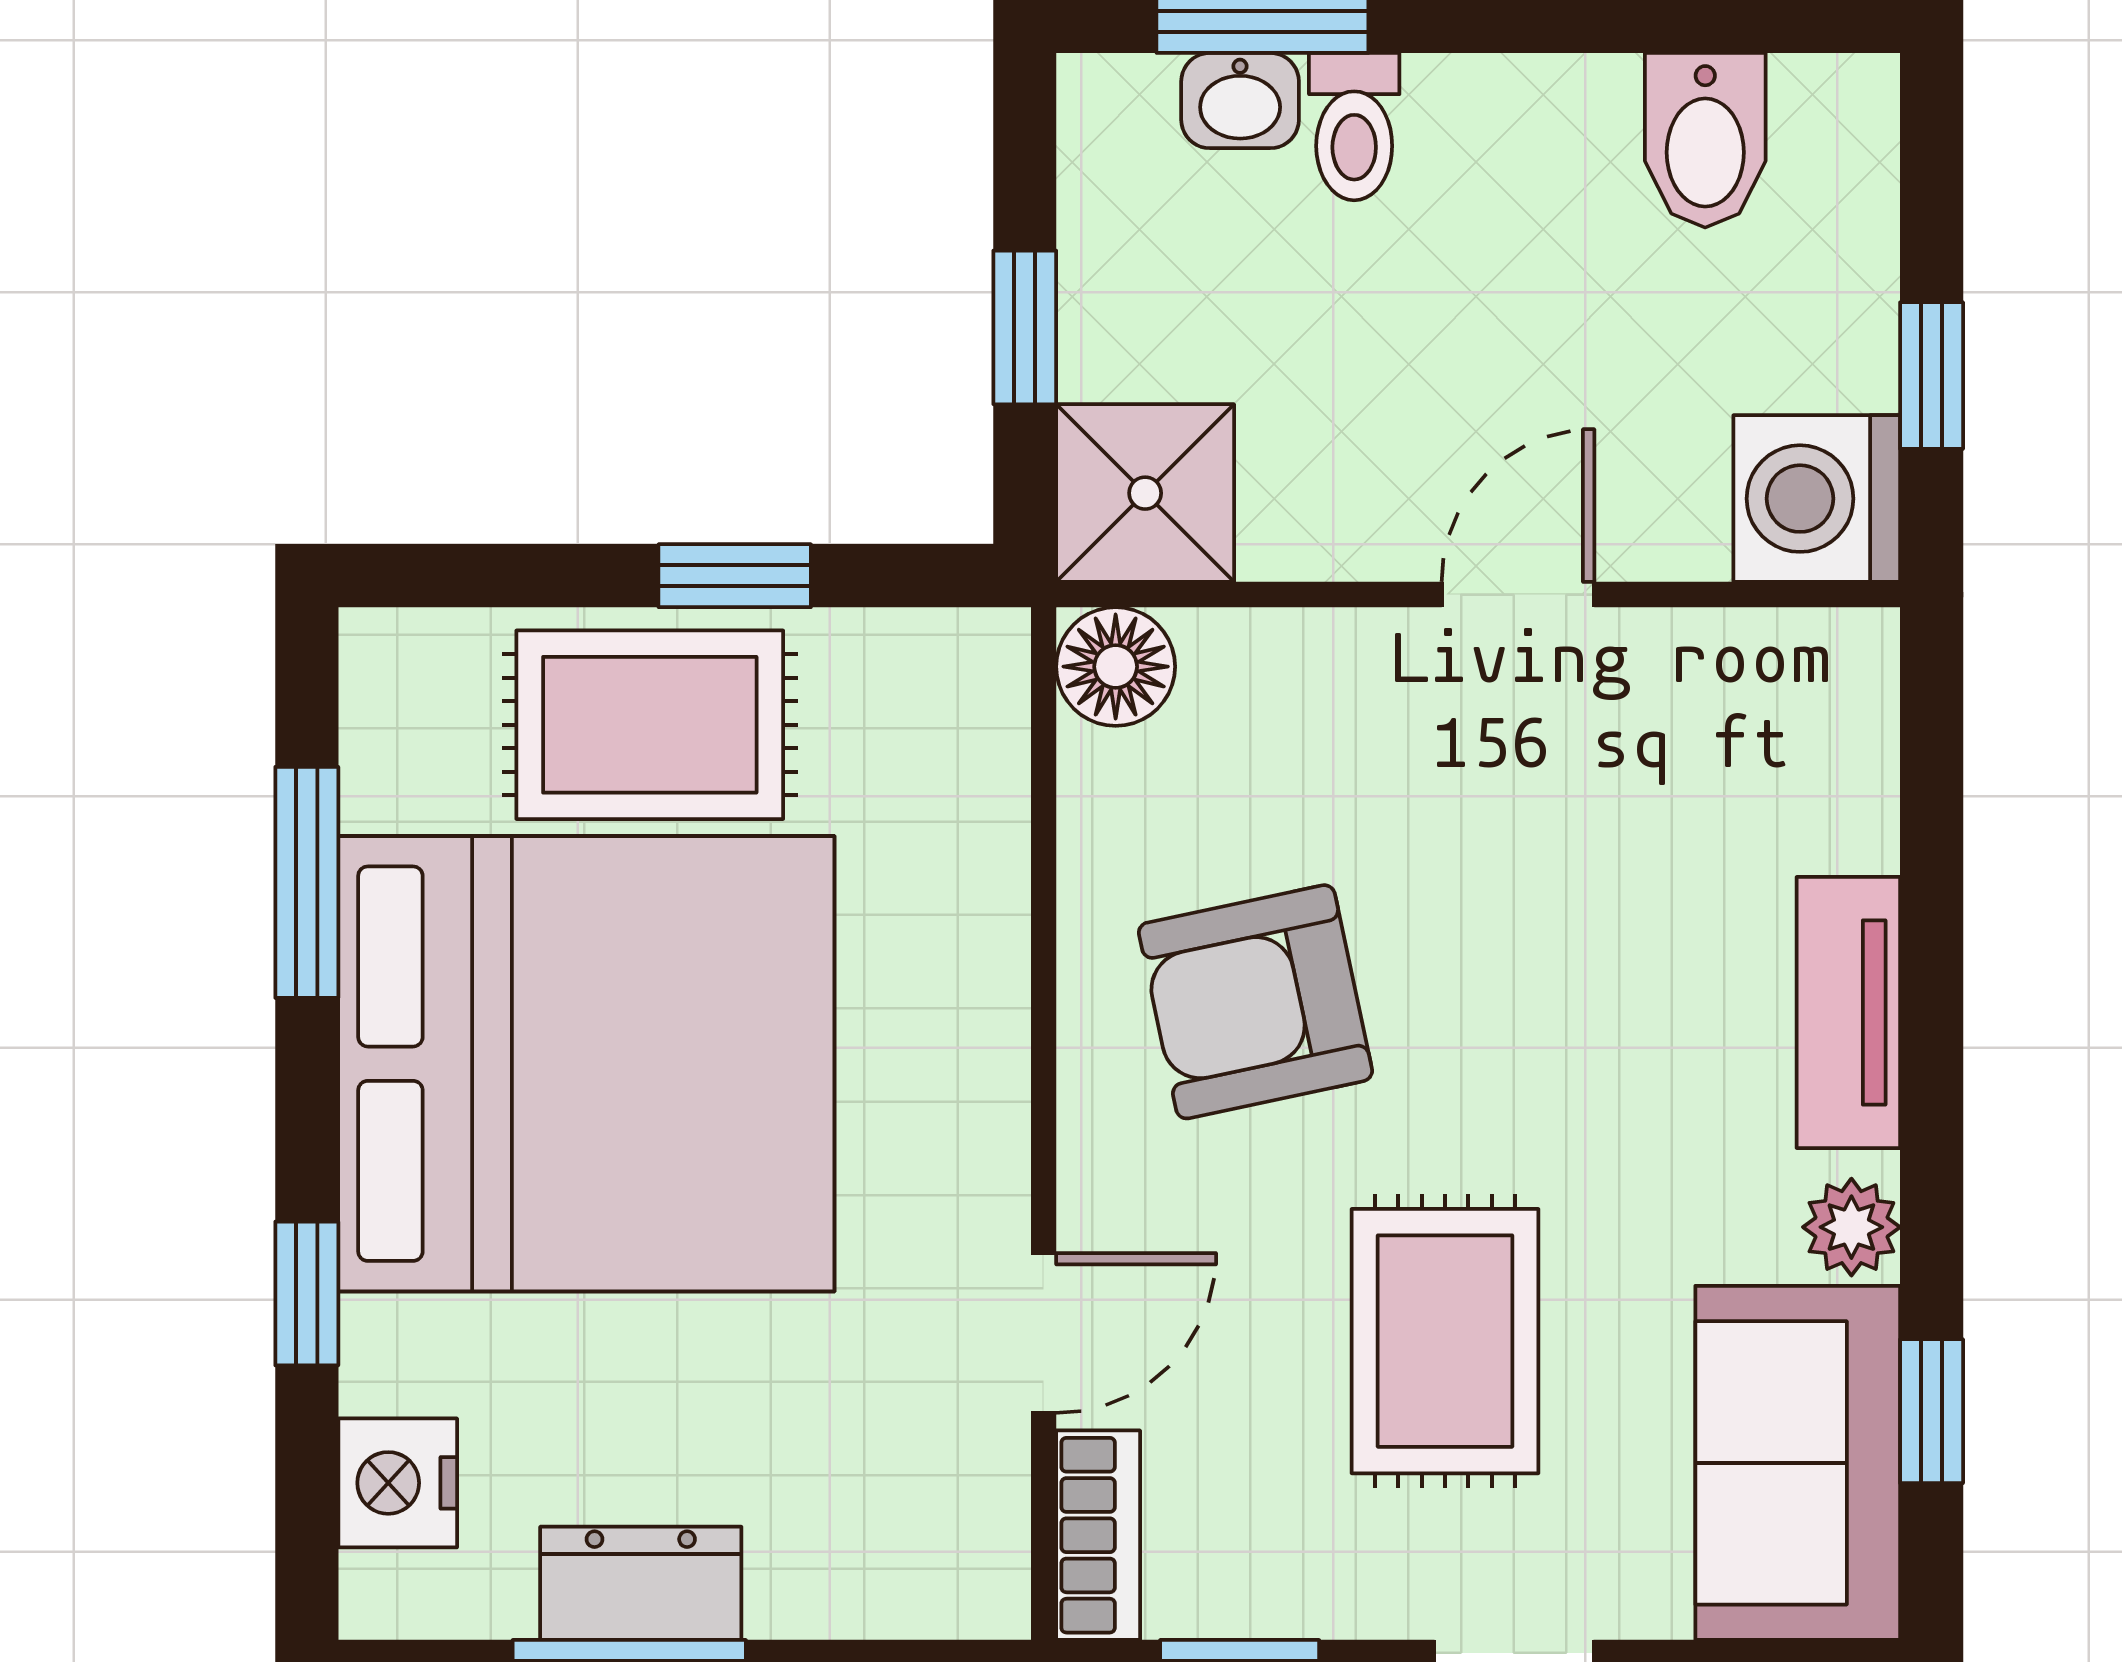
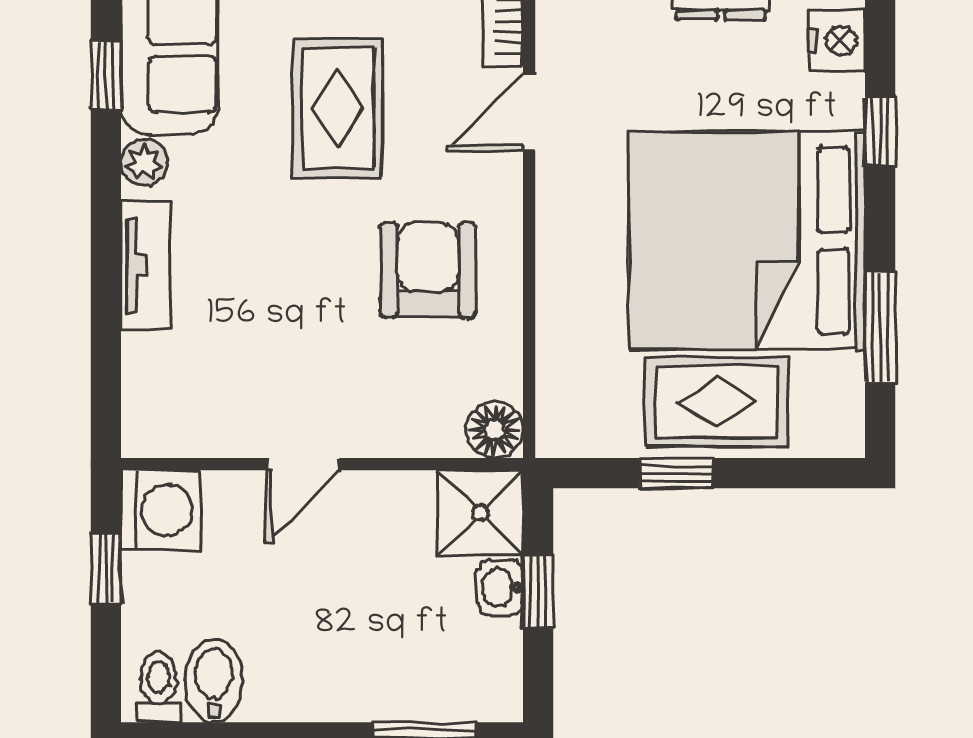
washbasin: (1240, 101) -> (500, 588), moved, turned -90
toilet: (1354, 127) -> (159, 687), moved
armchair: (1255, 1002) -> (428, 270), turned -78

